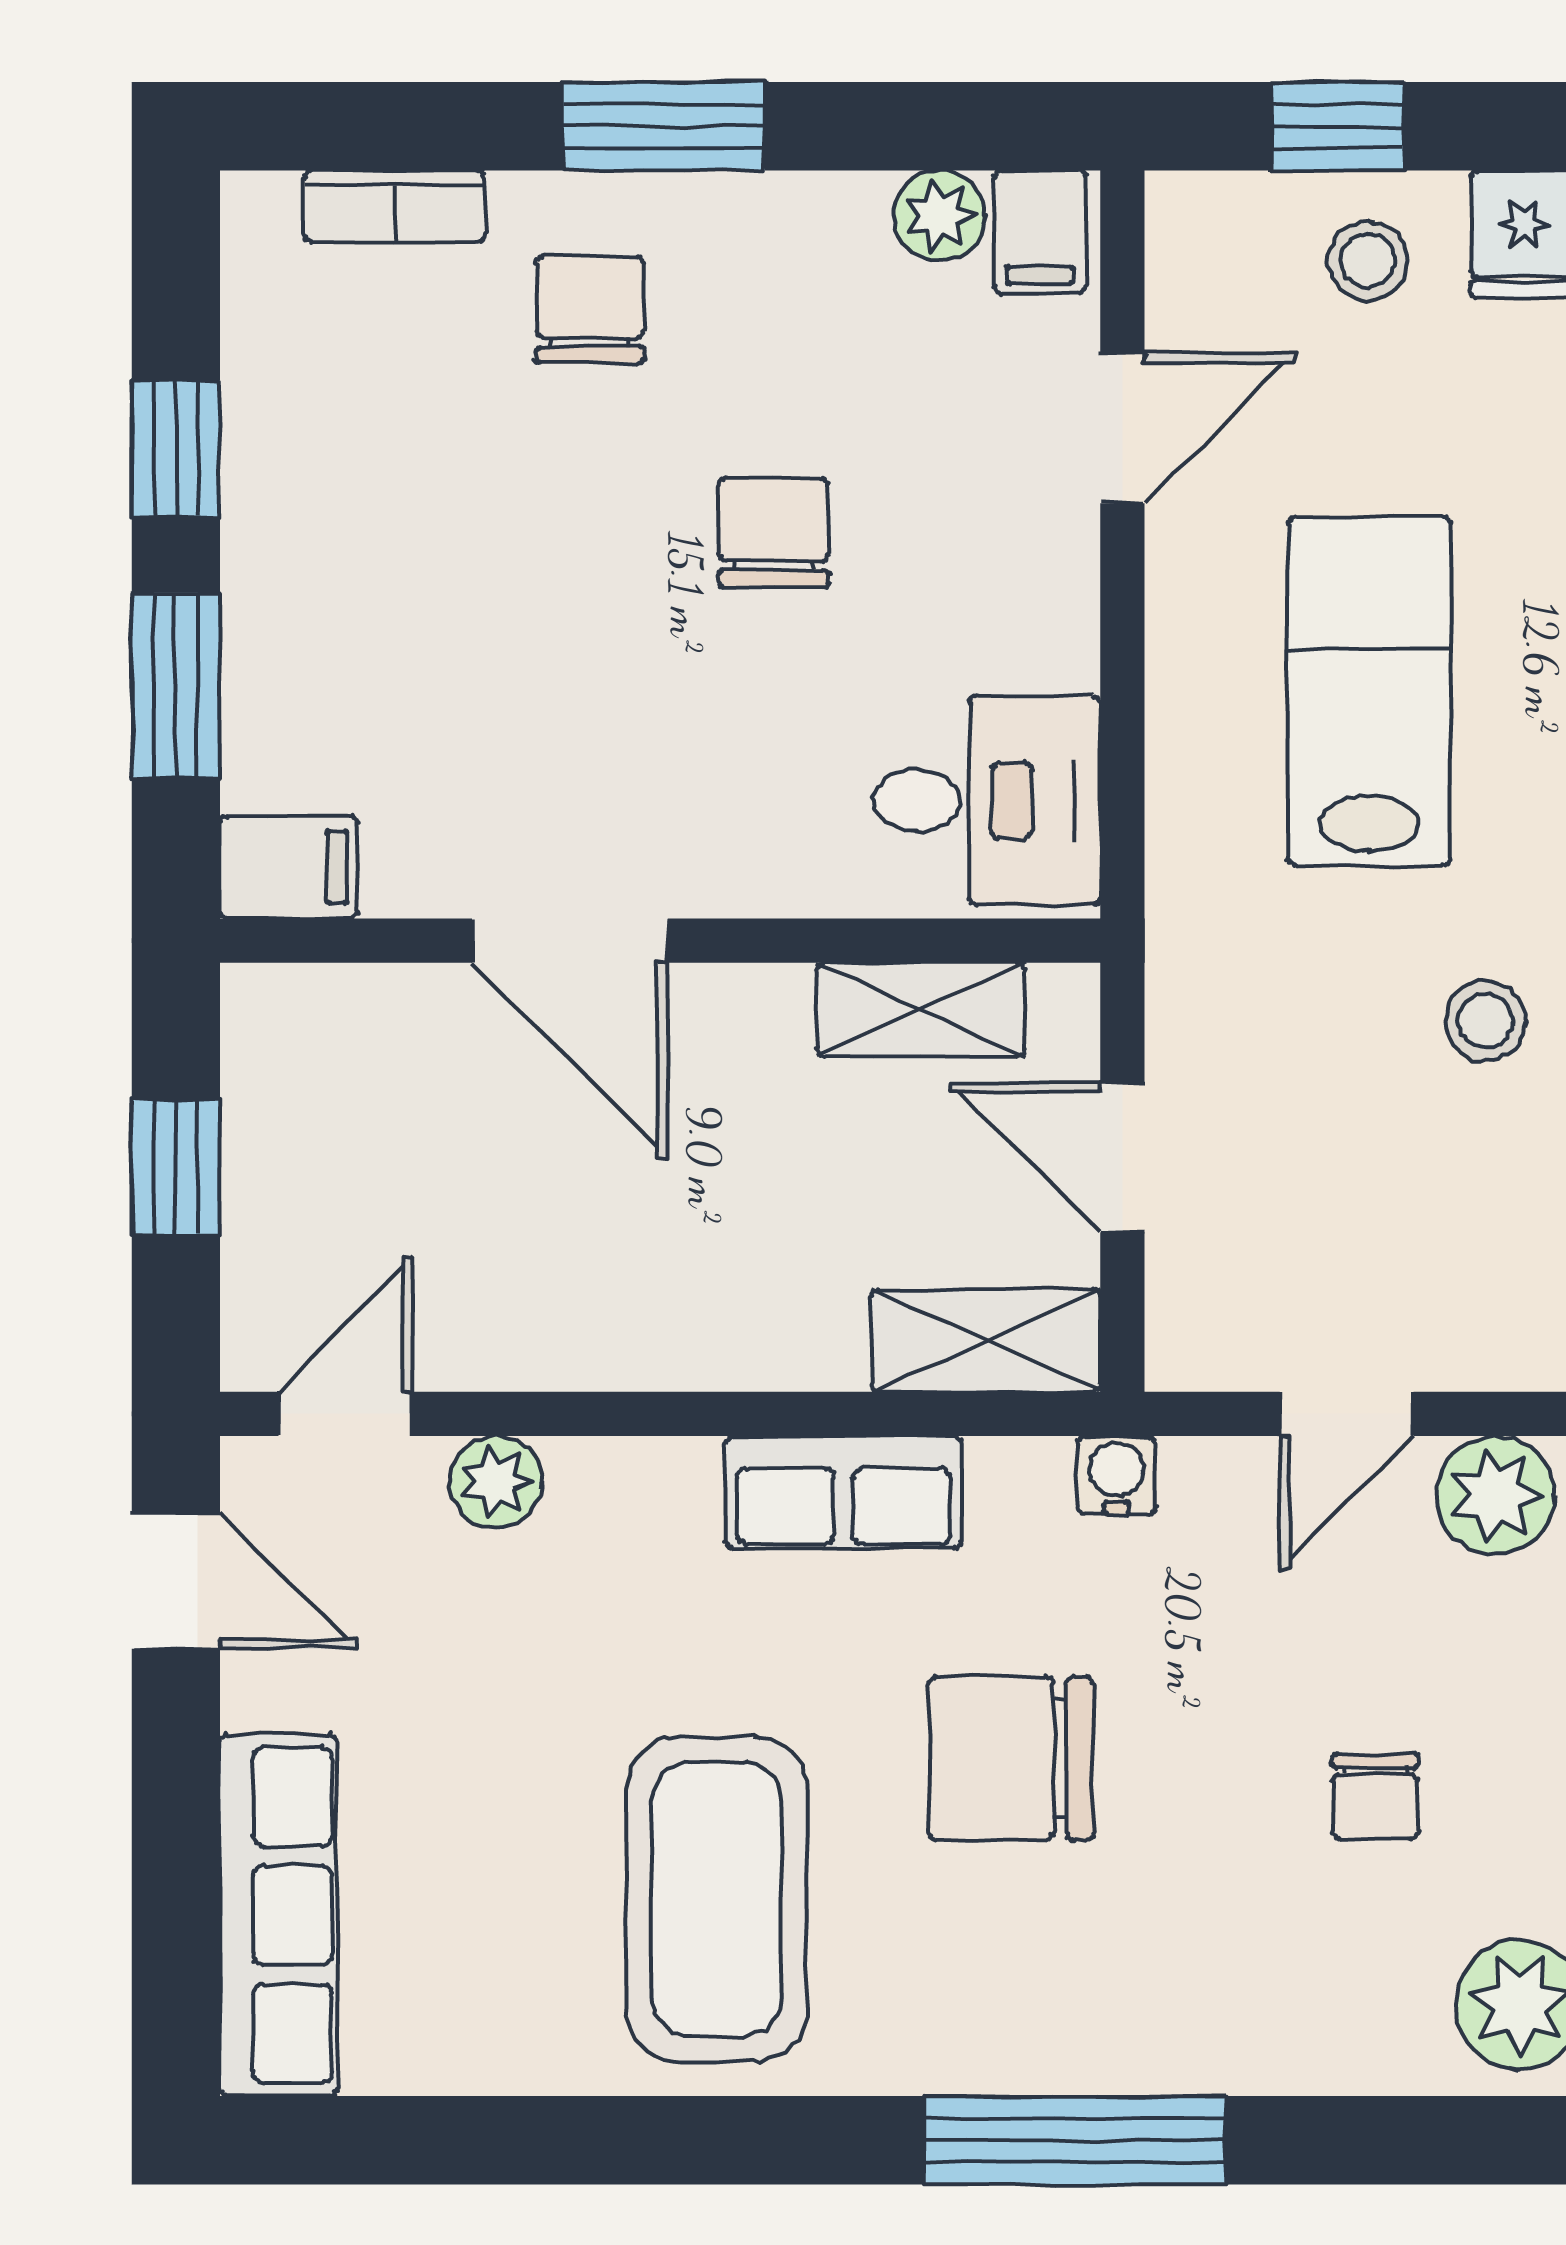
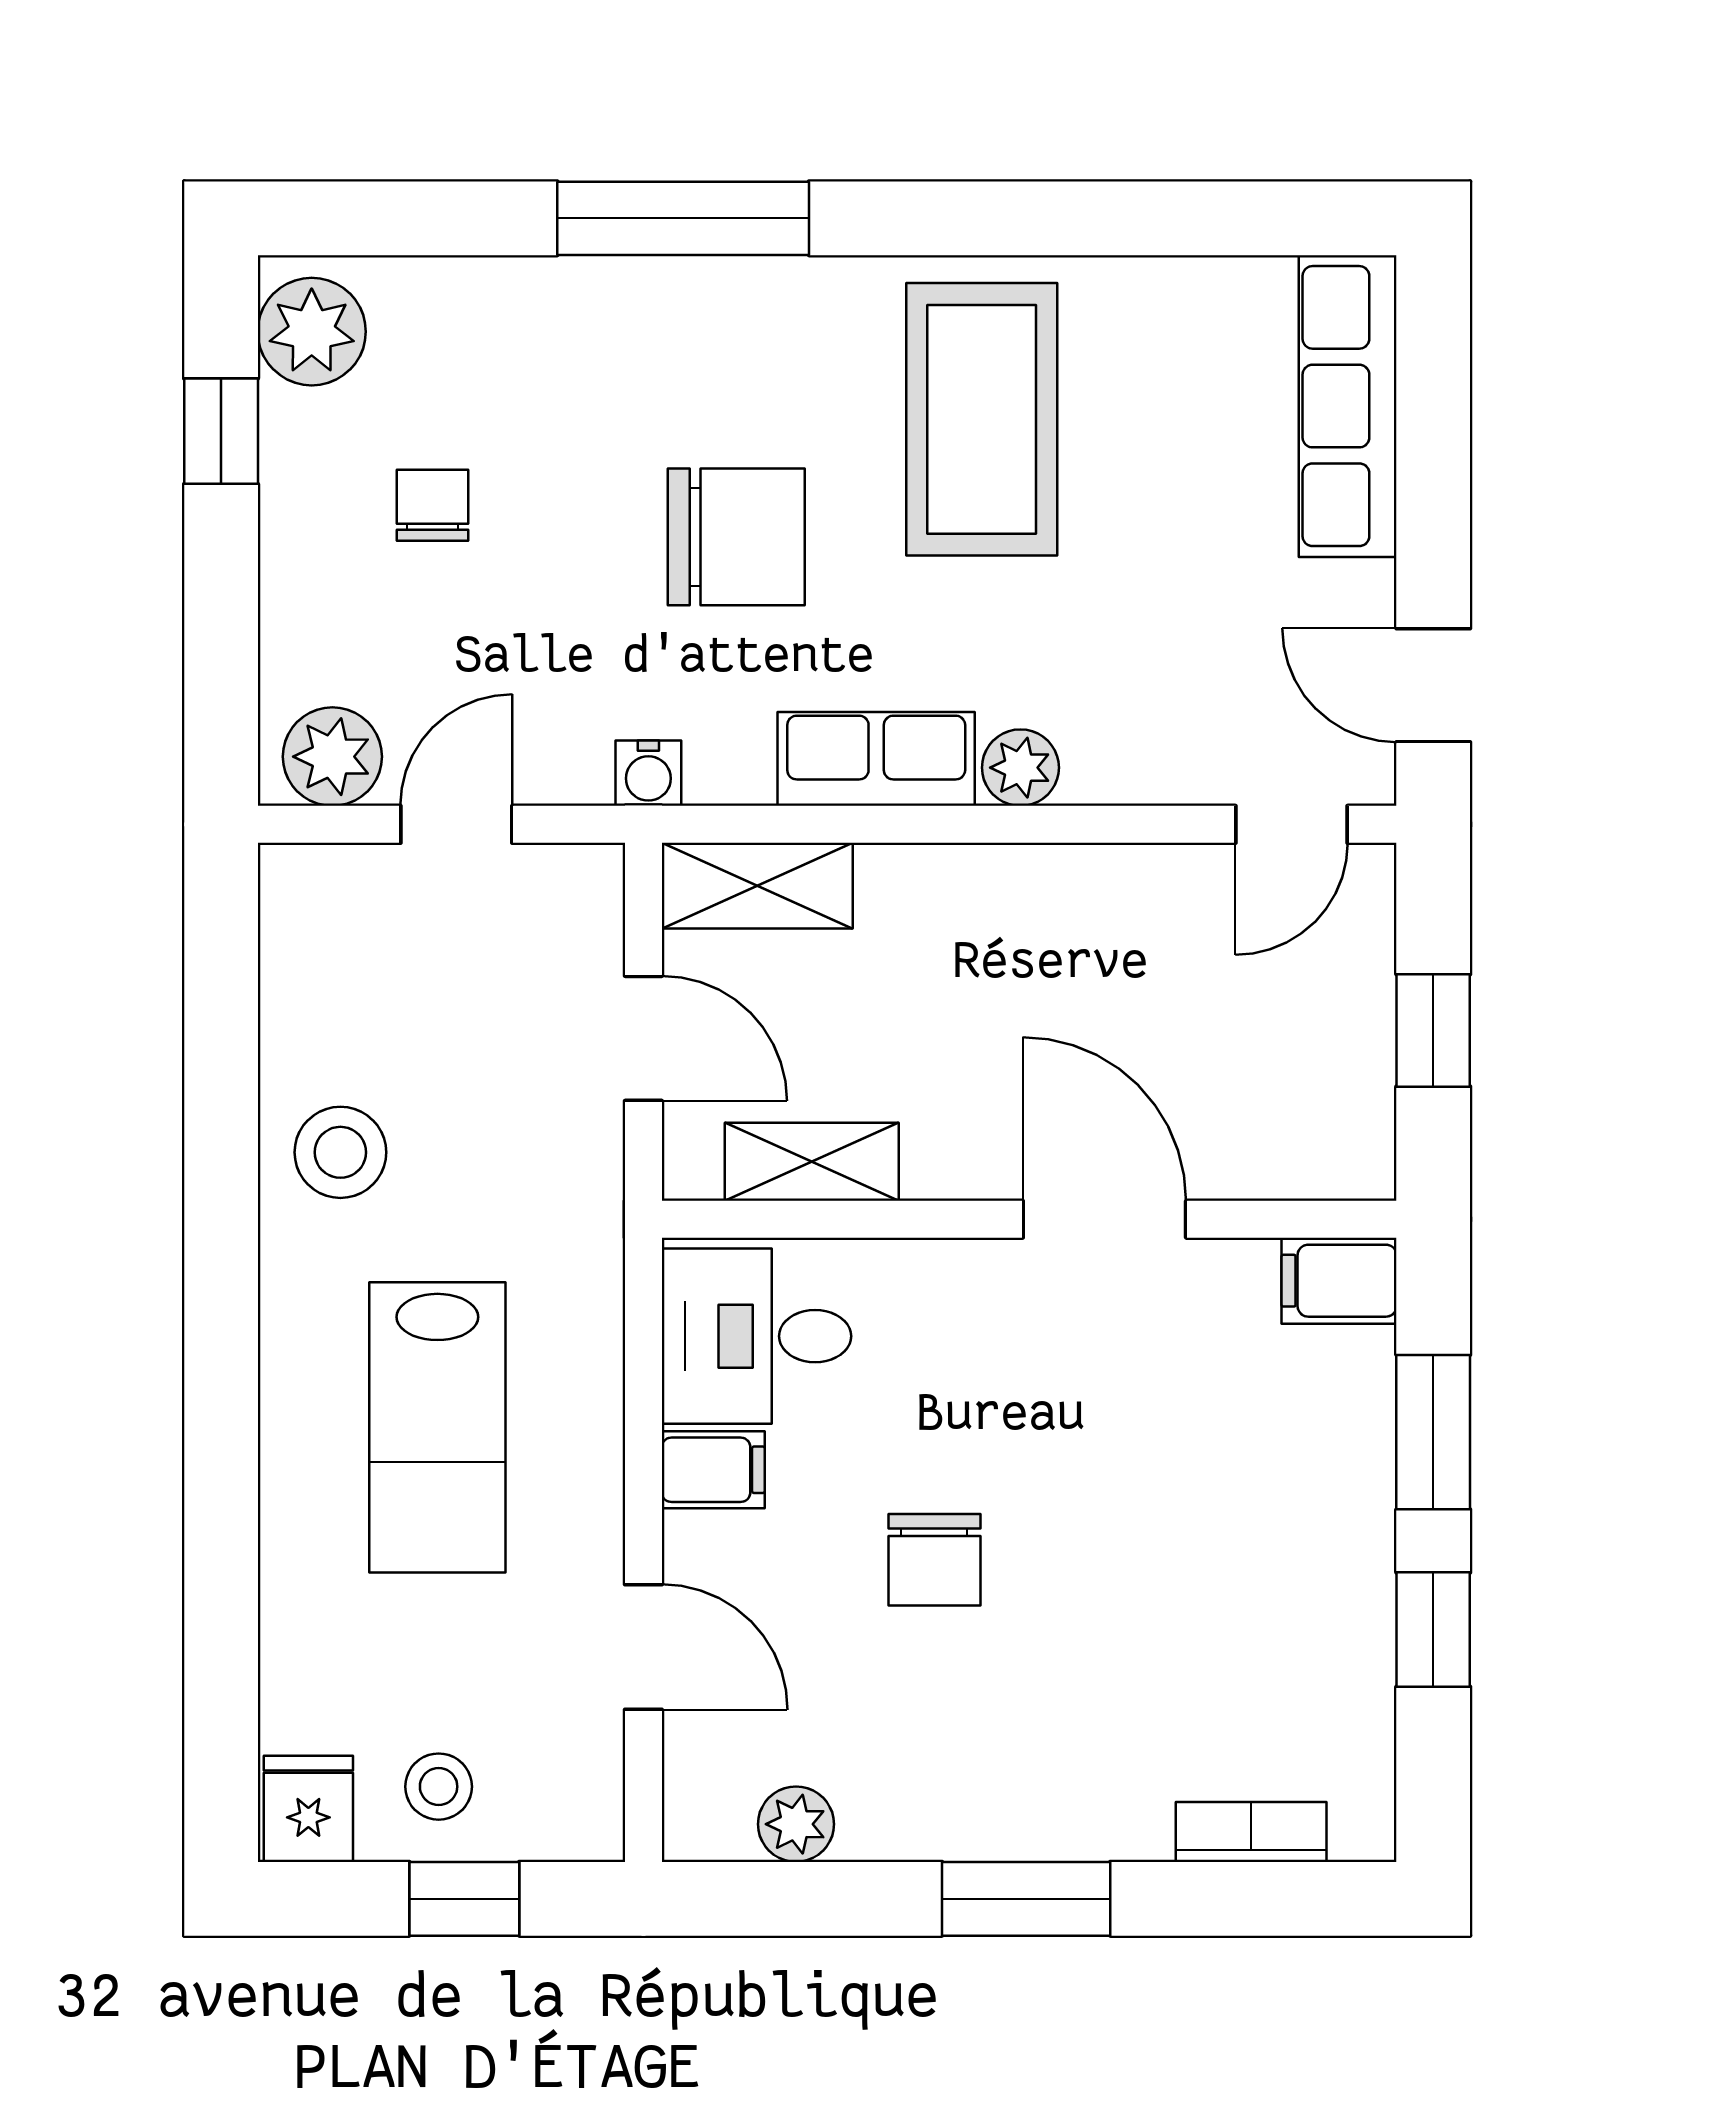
filing cabinet: (1040, 232) -> (713, 1470), moved, turned 90
chair: (590, 310) -> (1088, 1746), removed
door: (1122, 428) -> (643, 1647), swing flipped
stool: (1486, 1021) -> (340, 1152), width x1.37, depth x1.37
plant: (496, 1482) -> (1020, 768), moved

